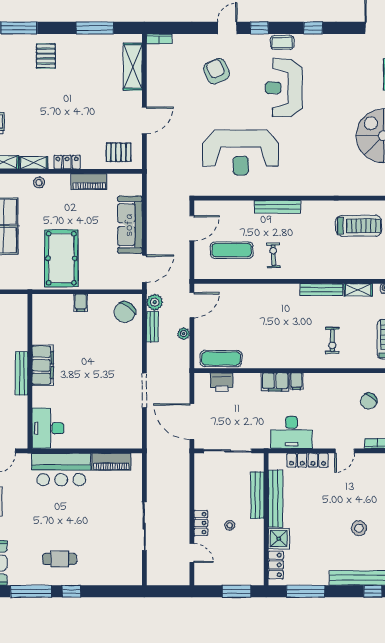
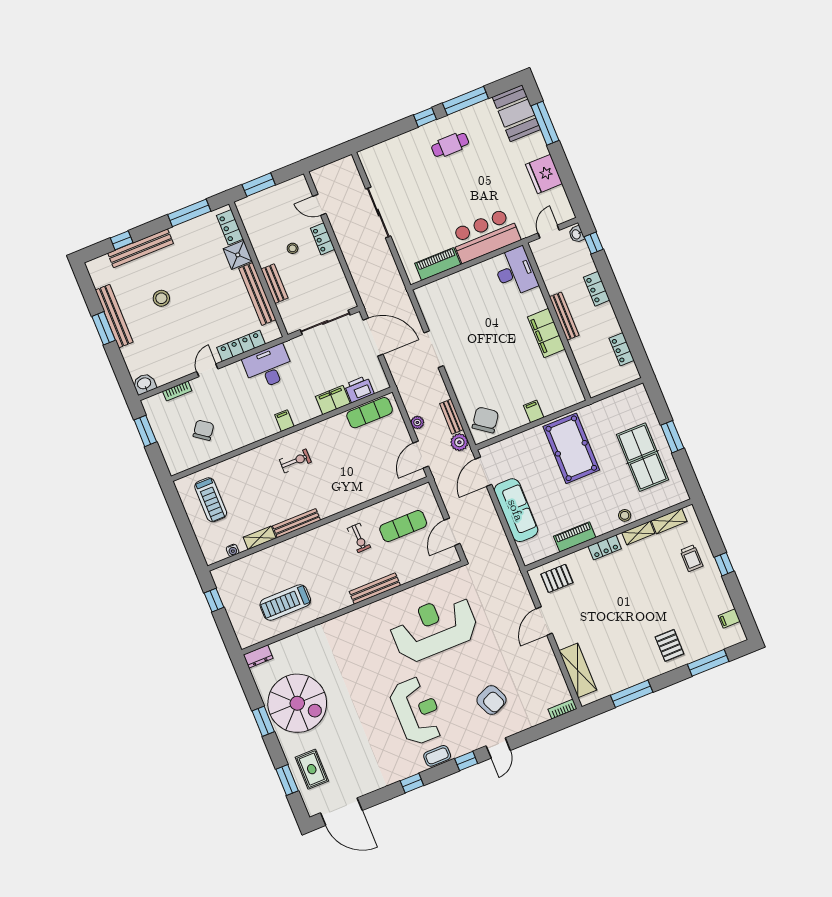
exercise bike: (332, 340) -> (295, 461), moved, turned 90
filing cabinet: (275, 382) -> (333, 400), moved
bench: (257, 495) -> (274, 284), width x0.73

